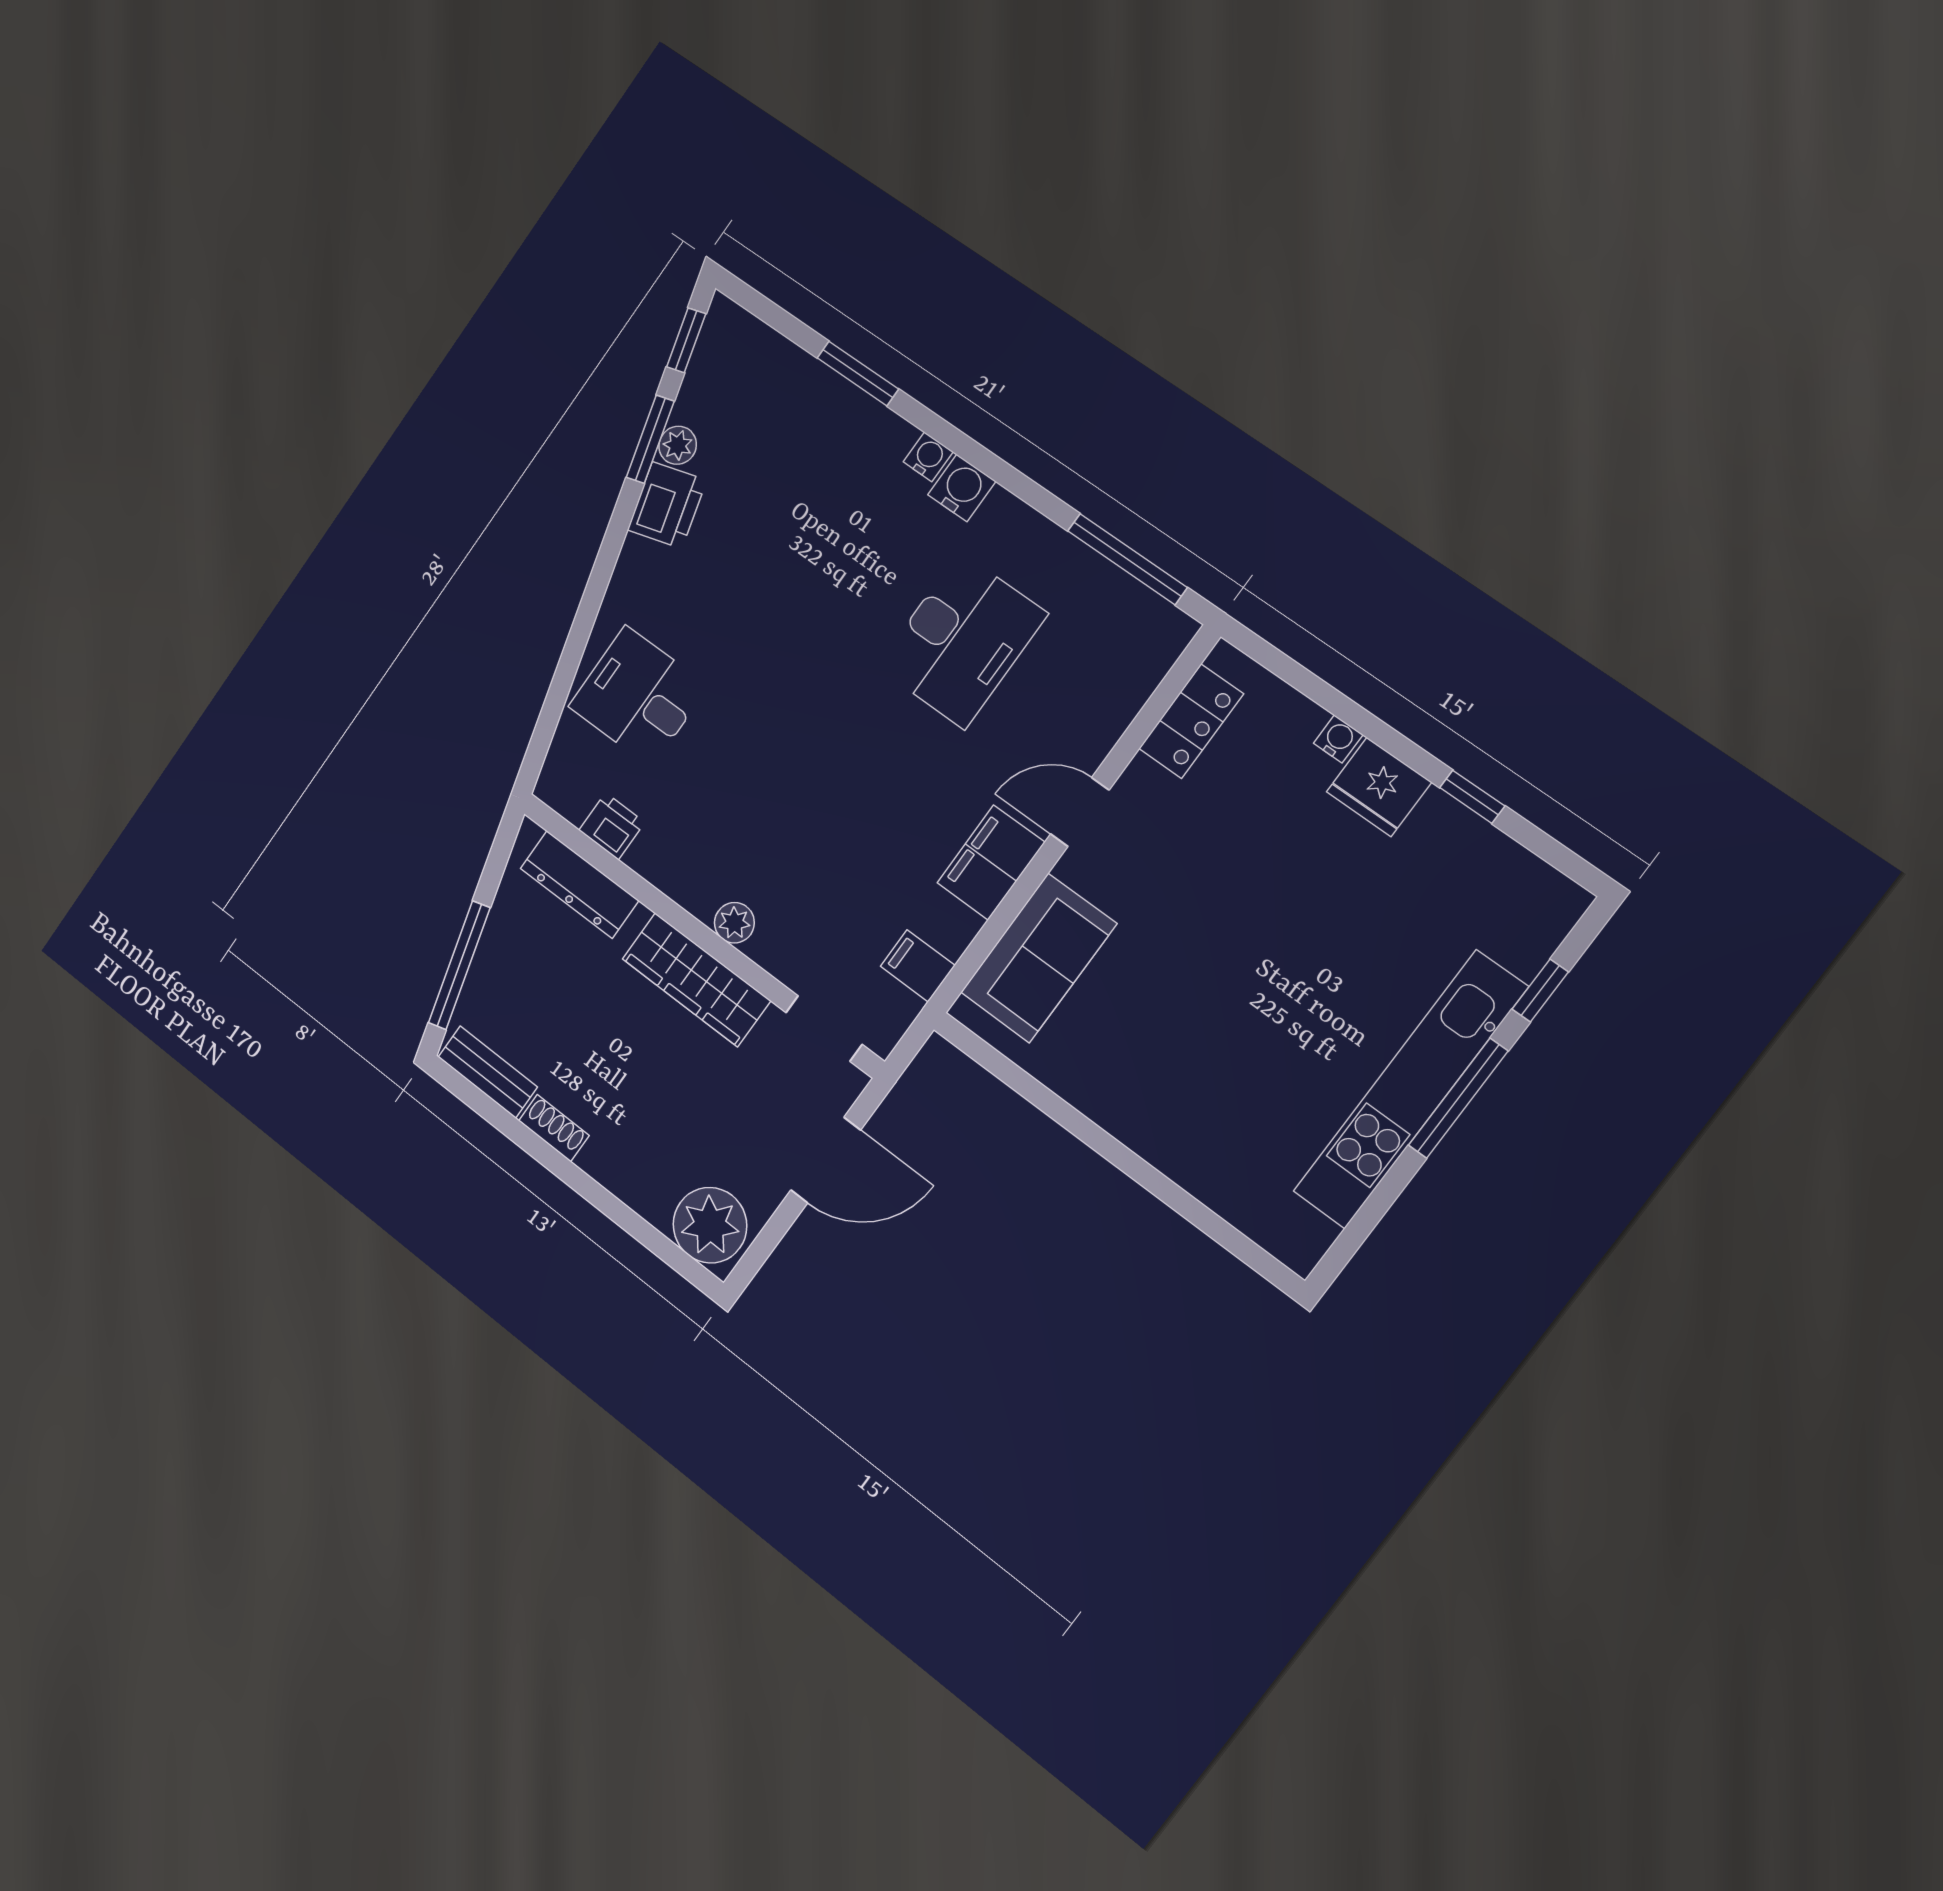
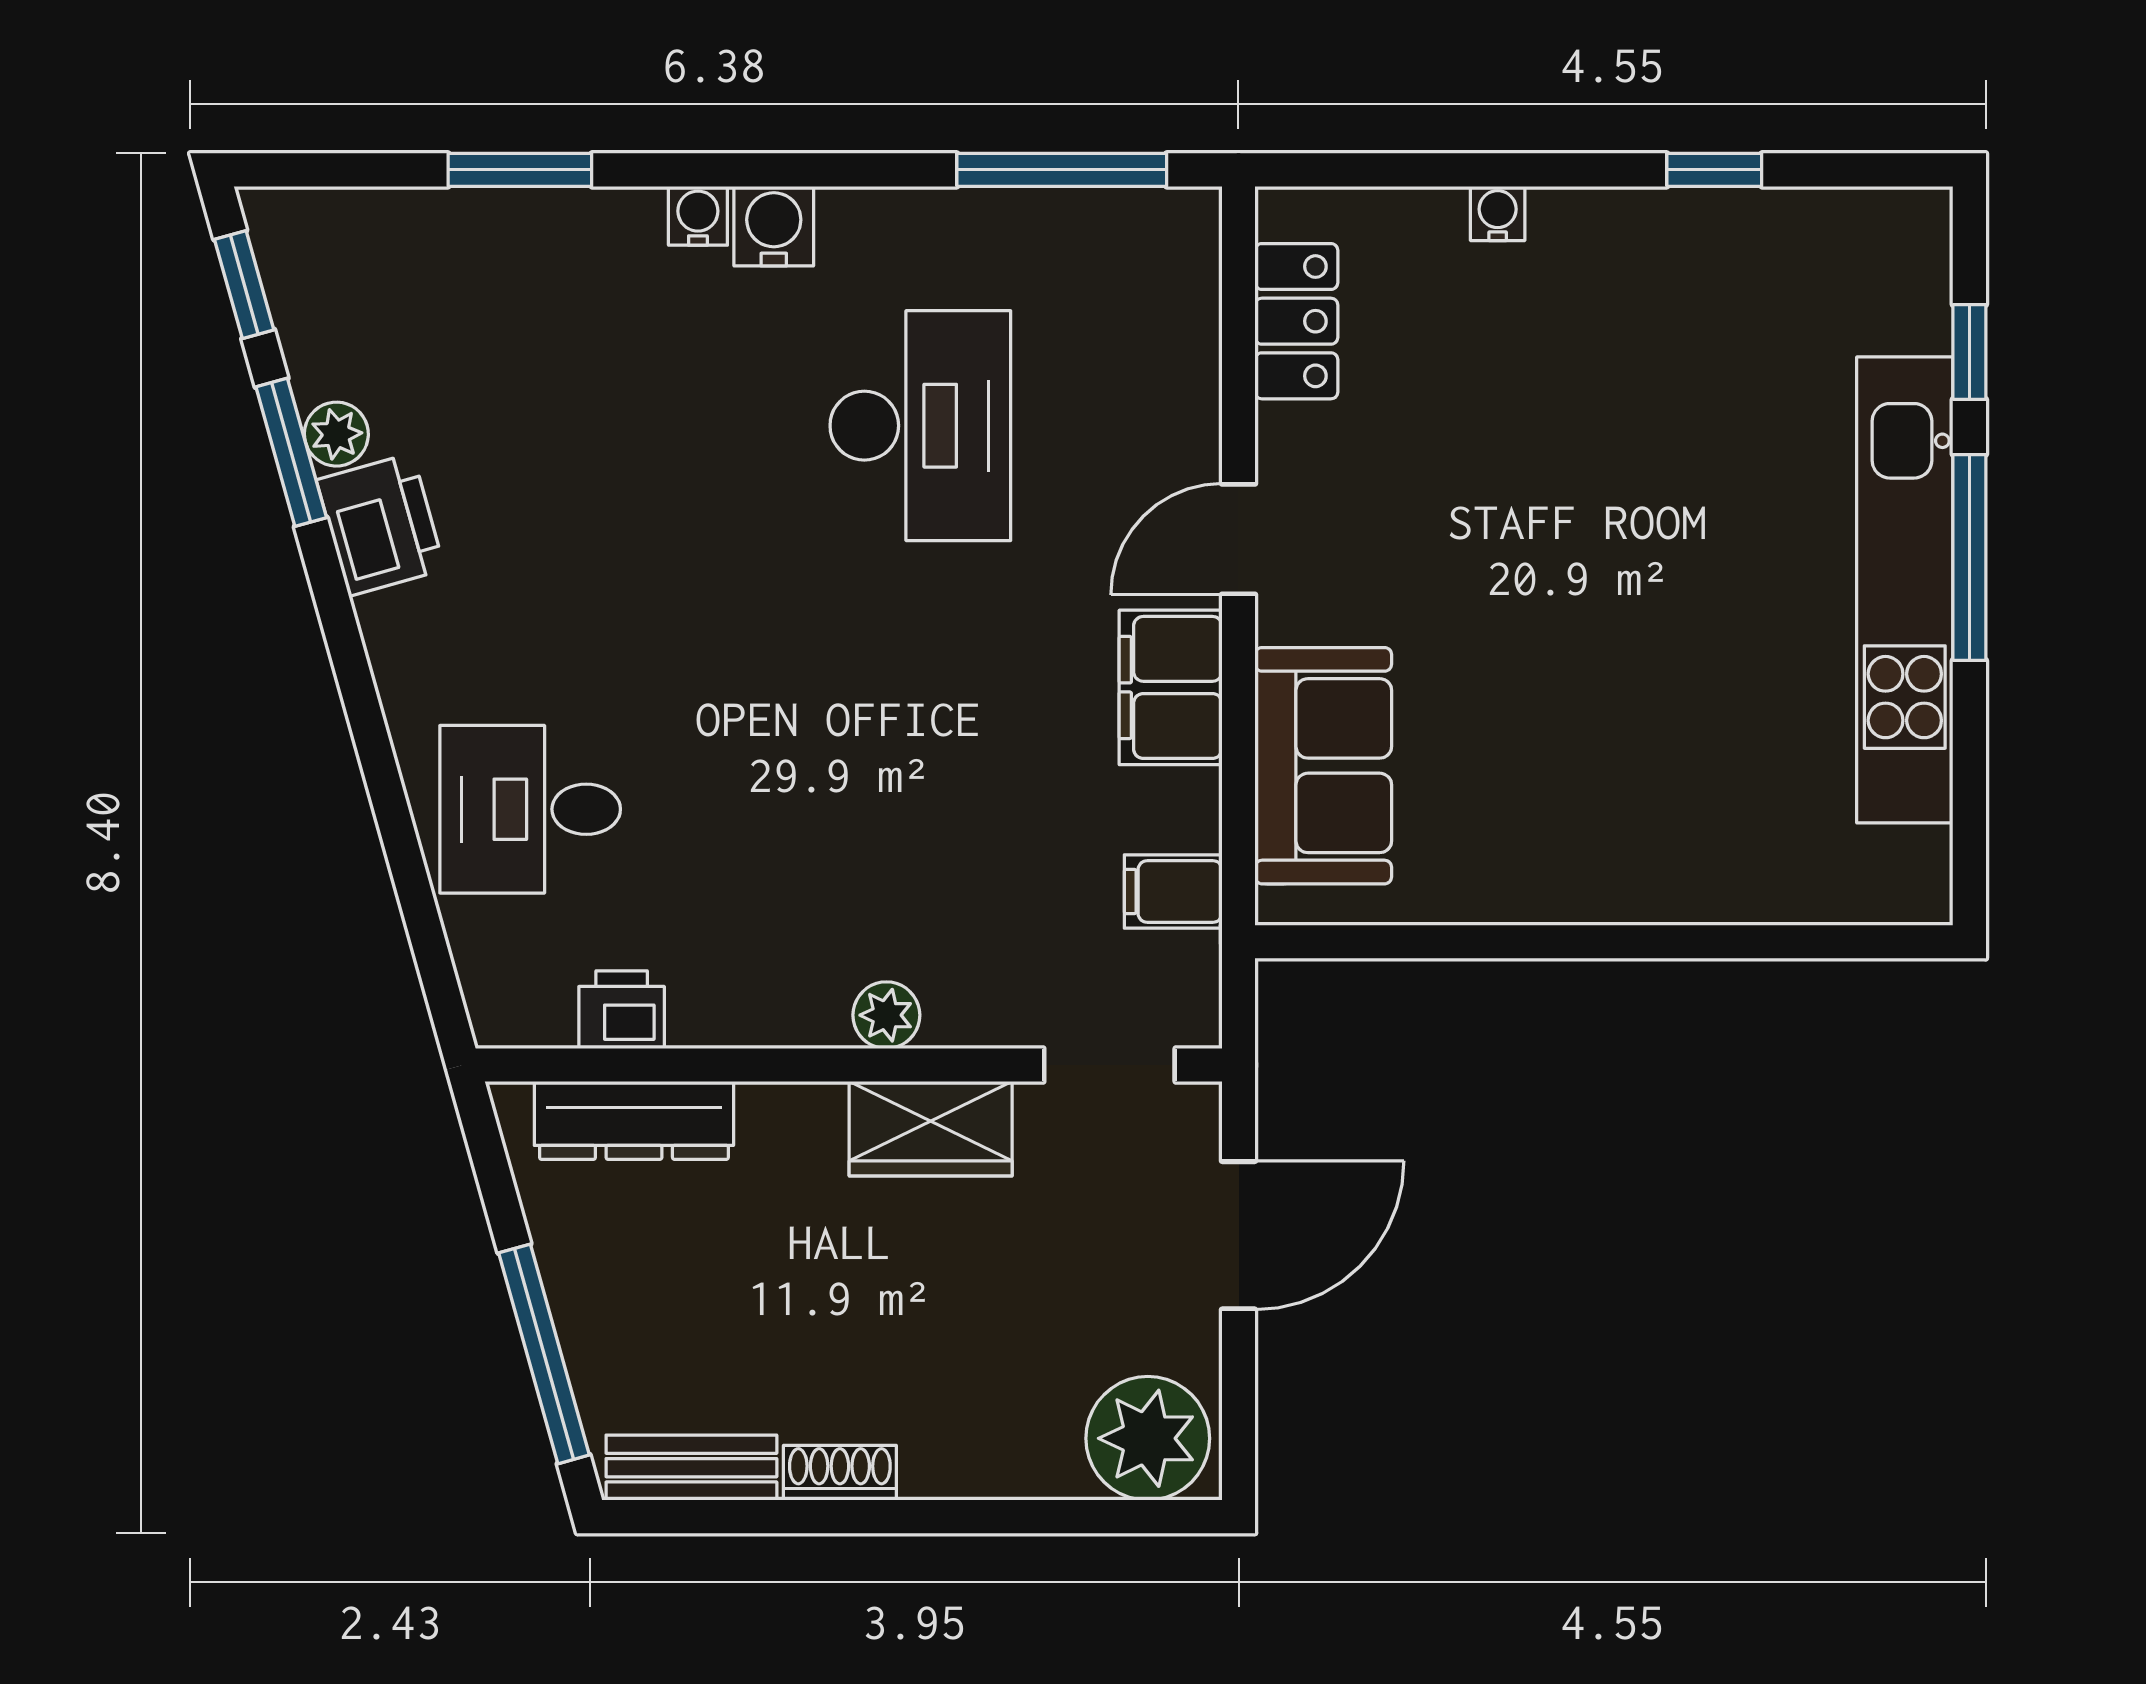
fridge: (1379, 787) -> (1592, 238), removed
wardrobe: (696, 980) -> (931, 1129), width x0.67

